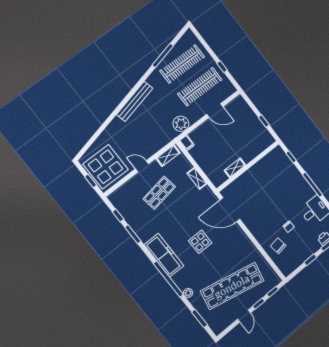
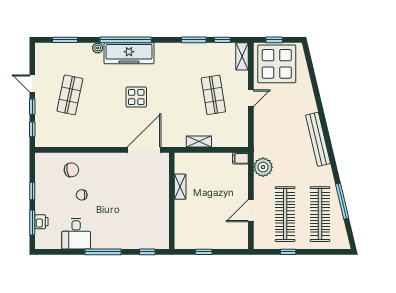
shelving: (168, 156) -> (242, 56), moved
freezer: (164, 255) -> (129, 53), moved
shop shelf: (232, 286) -> (70, 95), width x0.50, depth x0.74

